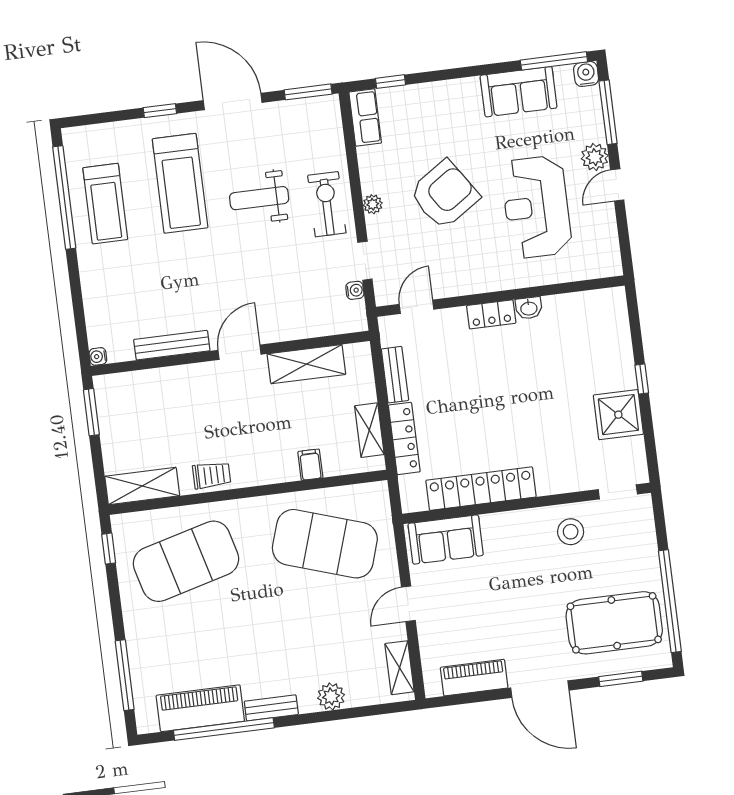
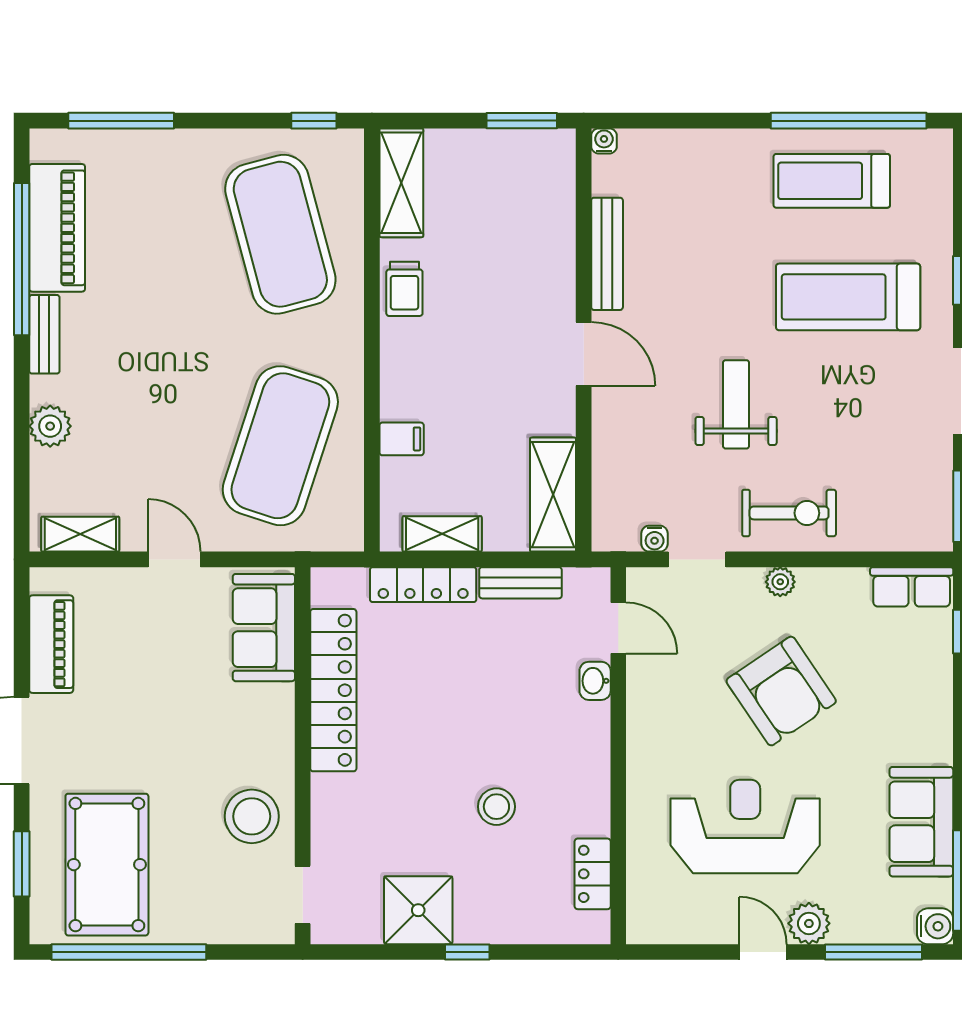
weight bench: (259, 198) -> (736, 404), moved
washbasin: (529, 308) -> (595, 681), moved
locker: (491, 314) -> (593, 874), moved
shelving: (306, 364) -> (553, 495), moved
stool: (544, 372) -> (496, 807), added
stool: (571, 532) -> (252, 816), width x1.38, depth x1.38

